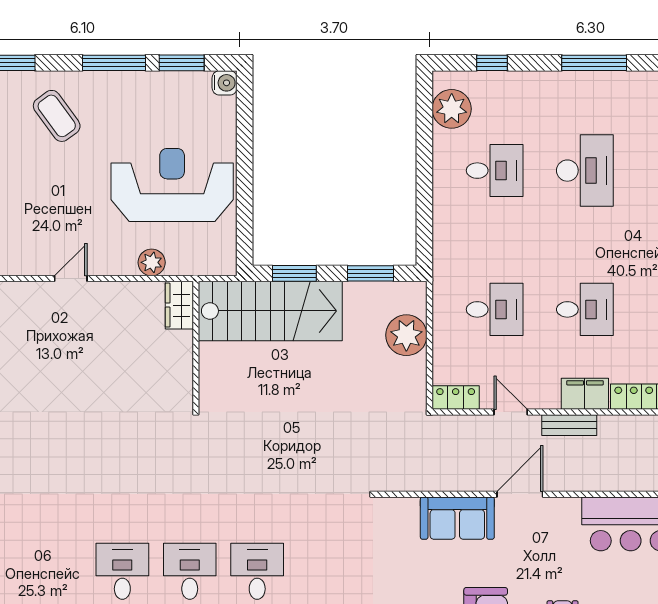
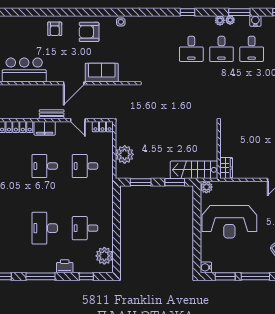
printer: (540, 85) -> (65, 266), added
plant: (152, 262) -> (206, 187), moved
stairs: (270, 311) -> (194, 170), width x0.73, depth x0.66

